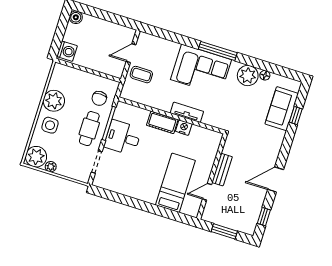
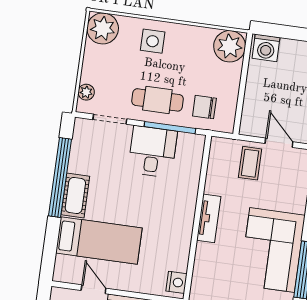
plant: (54, 101) -> (230, 46), moved
tv unit: (187, 112) -> (209, 218), moved
cot: (162, 122) -> (75, 196), moved
nightstand: (184, 128) -> (176, 282), moved
plant: (51, 167) -> (86, 92), moved
window: (130, 202) -> (60, 178), added

